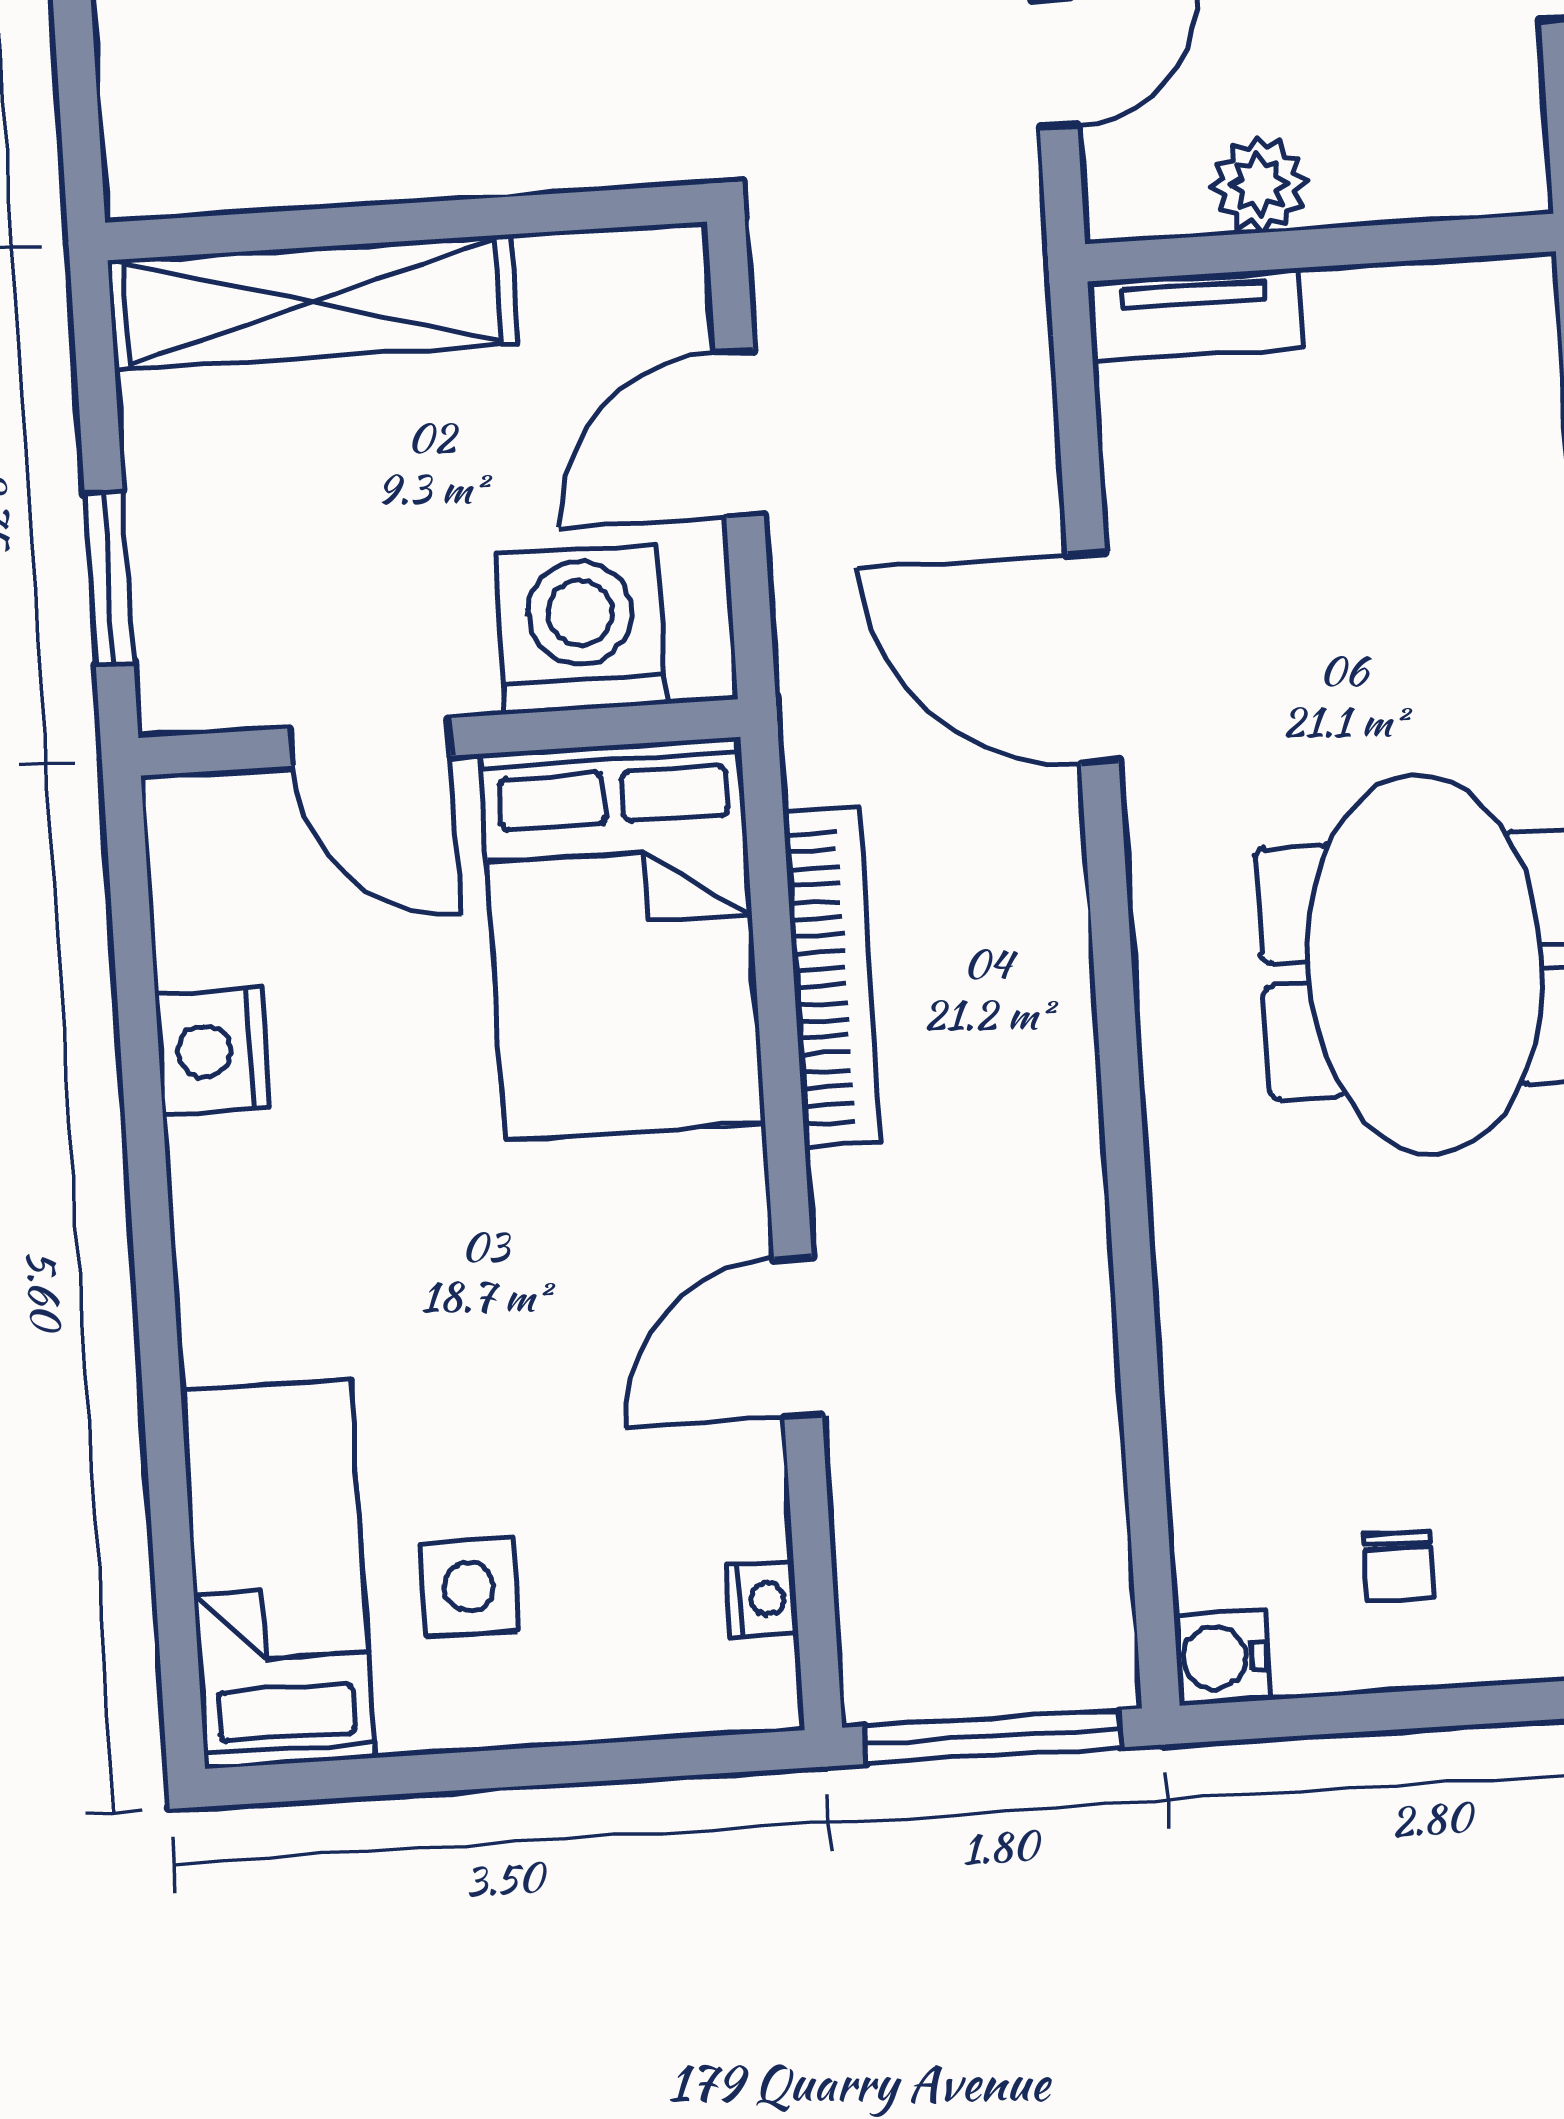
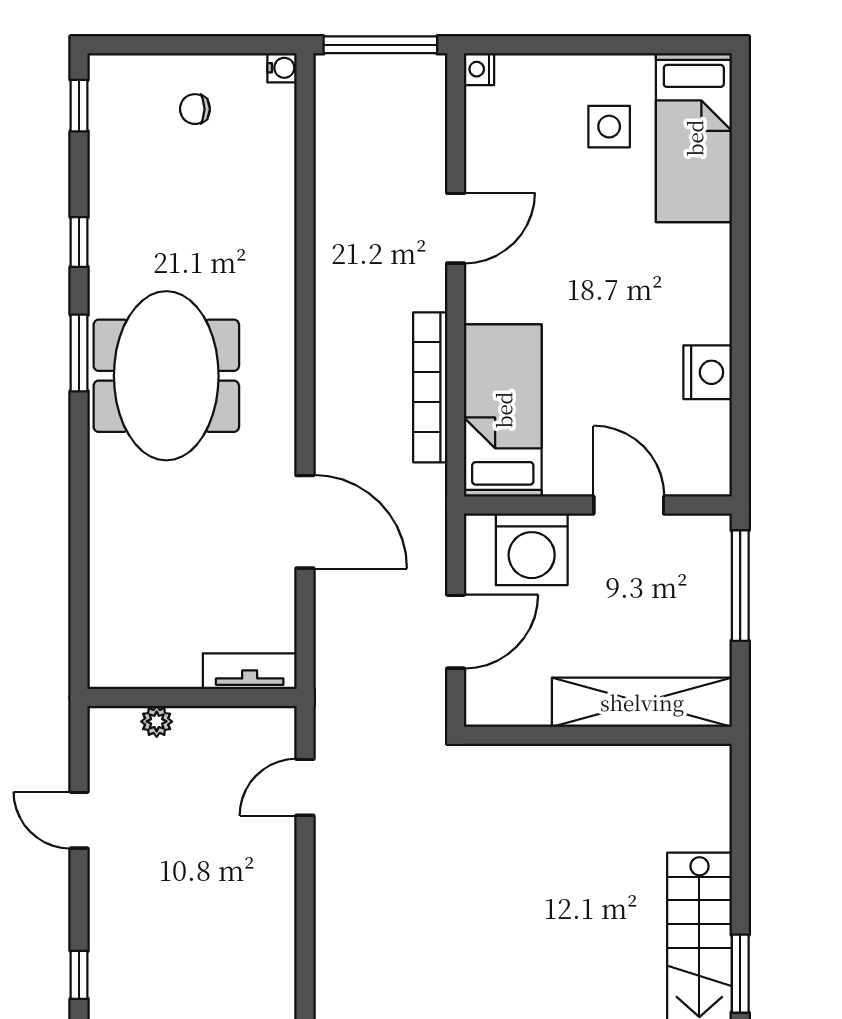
plant: (1259, 185) -> (157, 721), moved, width x0.73, depth x0.73
window: (109, 578) -> (740, 586), width x1.44
bed: (623, 938) -> (503, 410), width x0.67
chair: (1399, 1566) -> (195, 109), turned -90
nightstand: (762, 1599) -> (479, 69), moved
water cooler: (1222, 1658) -> (282, 68), width x0.72, depth x0.72

